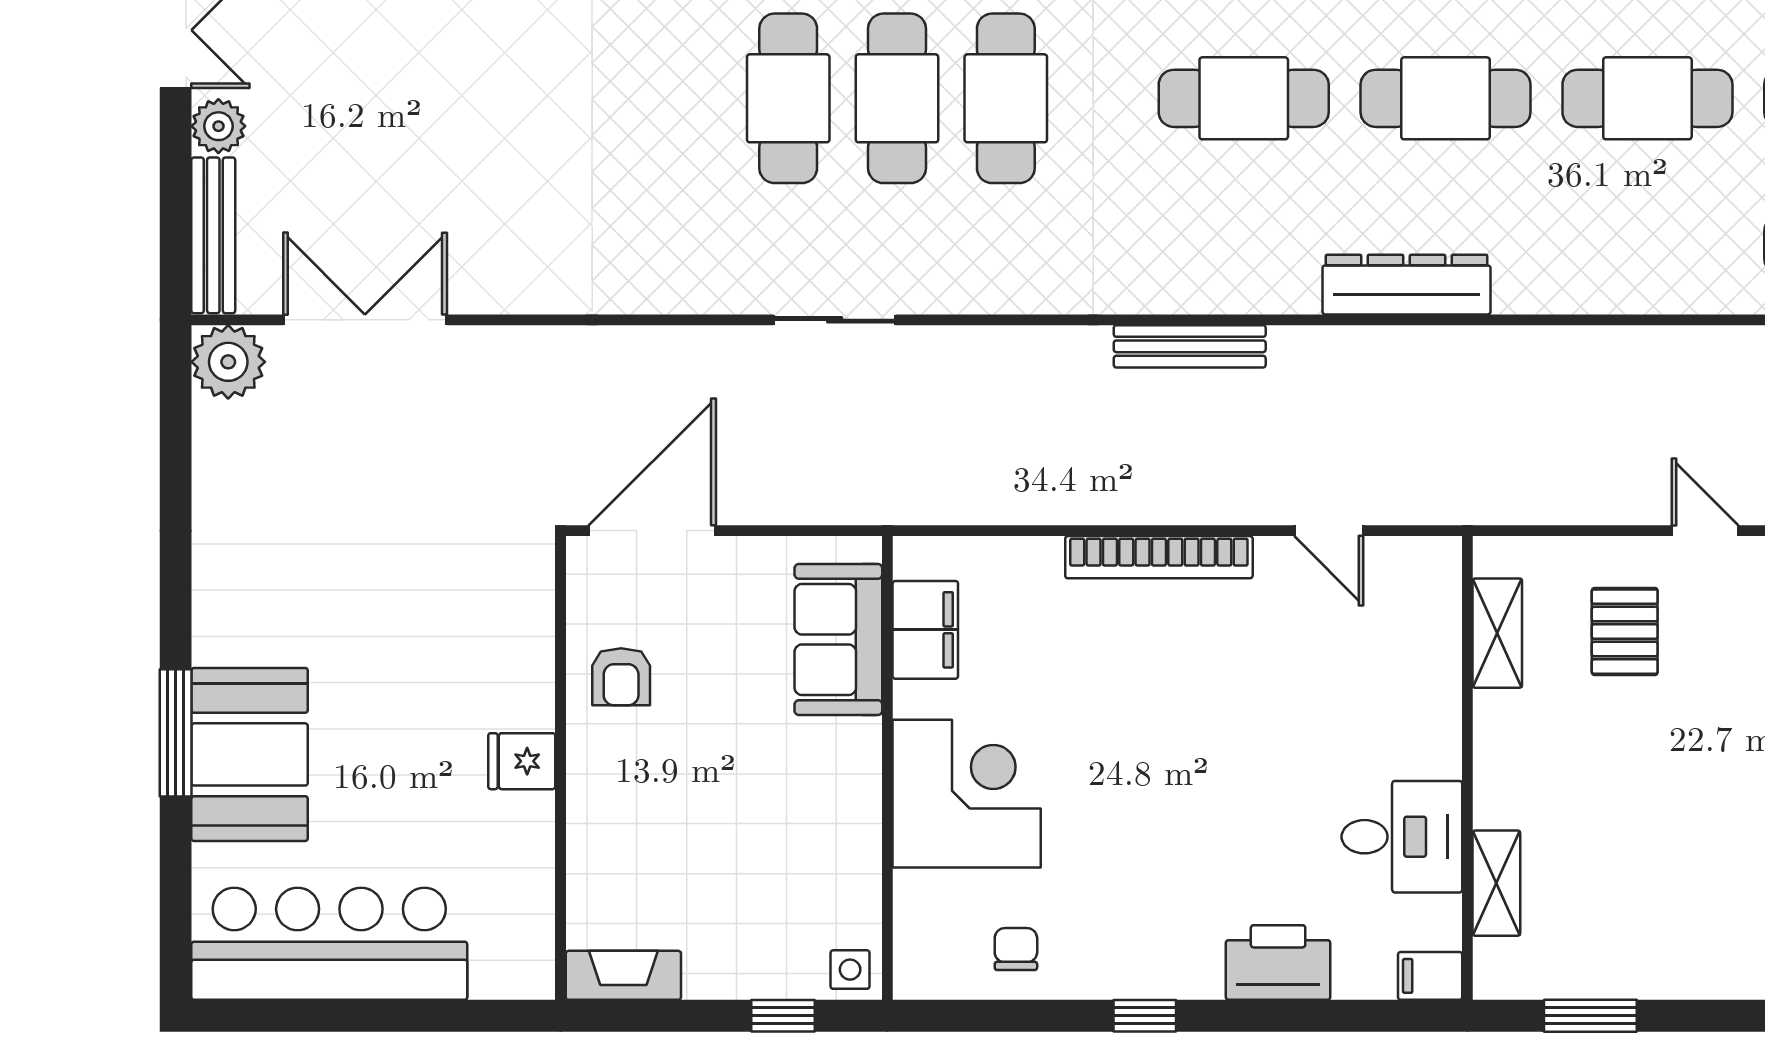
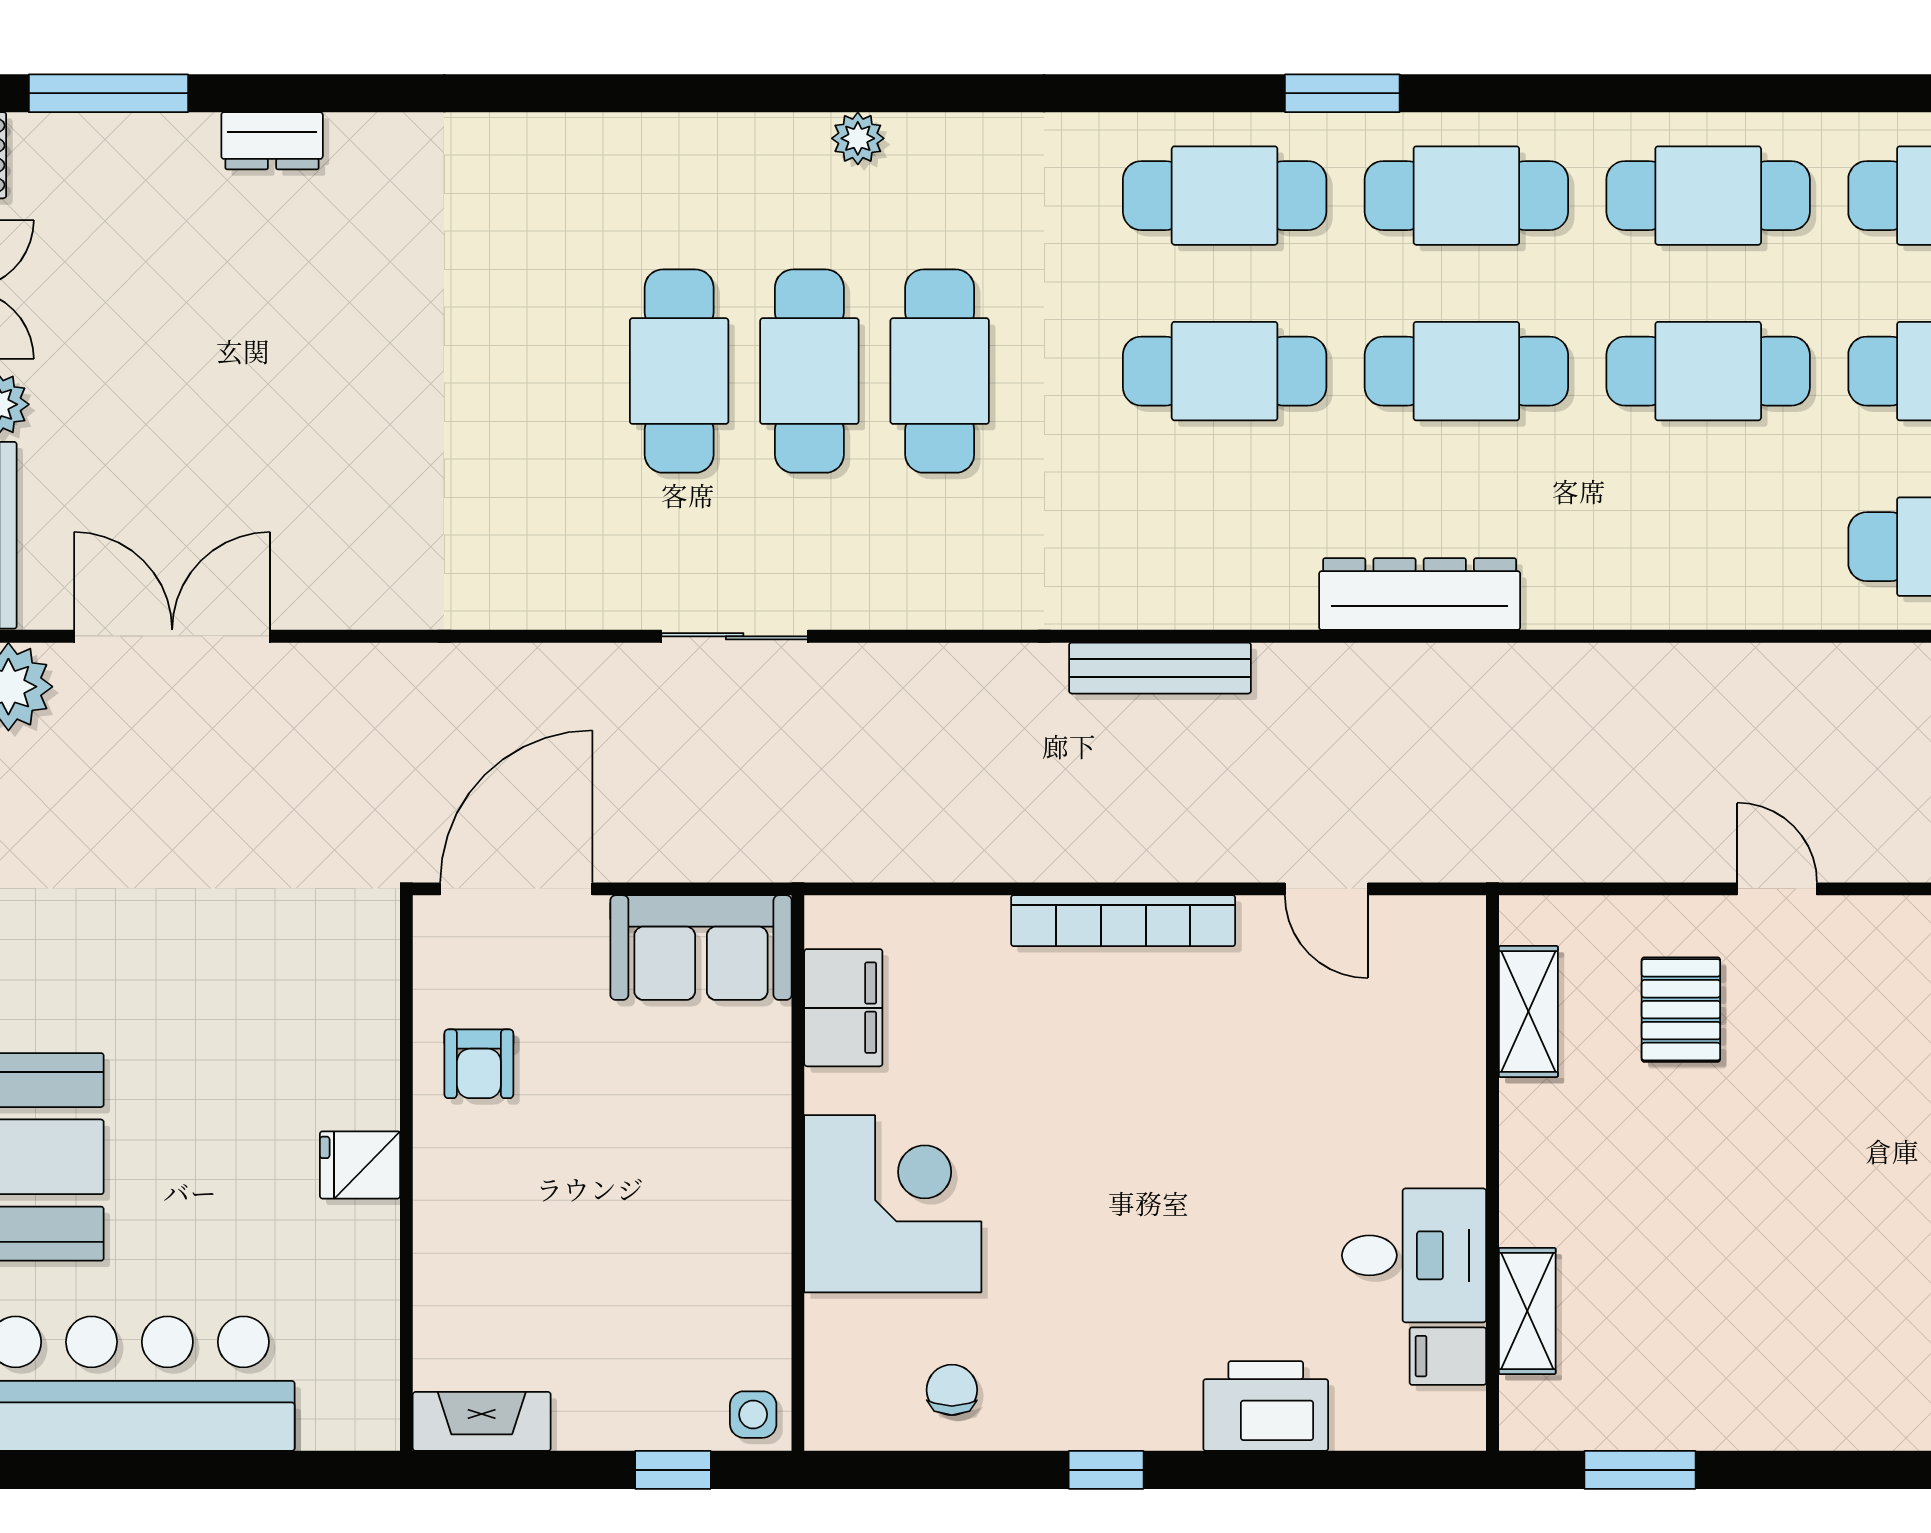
sofa: (838, 639) -> (701, 948), moved, turned -90
filing cabinet: (1430, 976) -> (1448, 1356), moved

